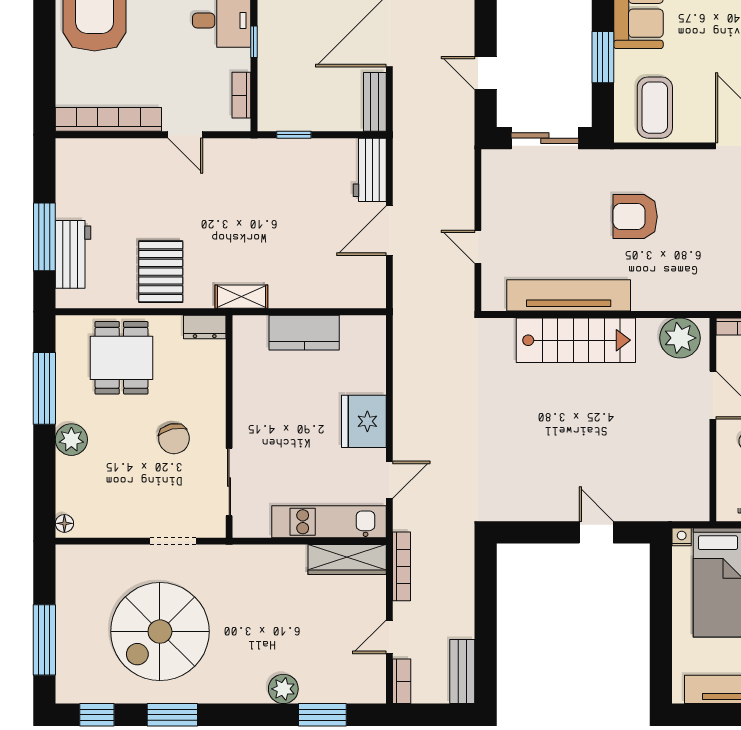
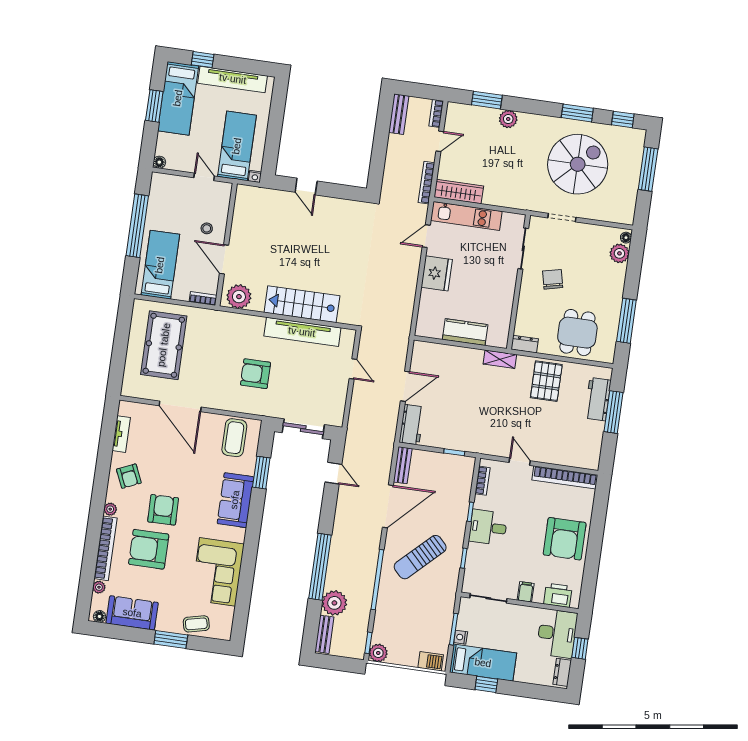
armchair: (635, 217) -> (256, 374), turned 180
plant: (71, 440) -> (619, 253), moved

